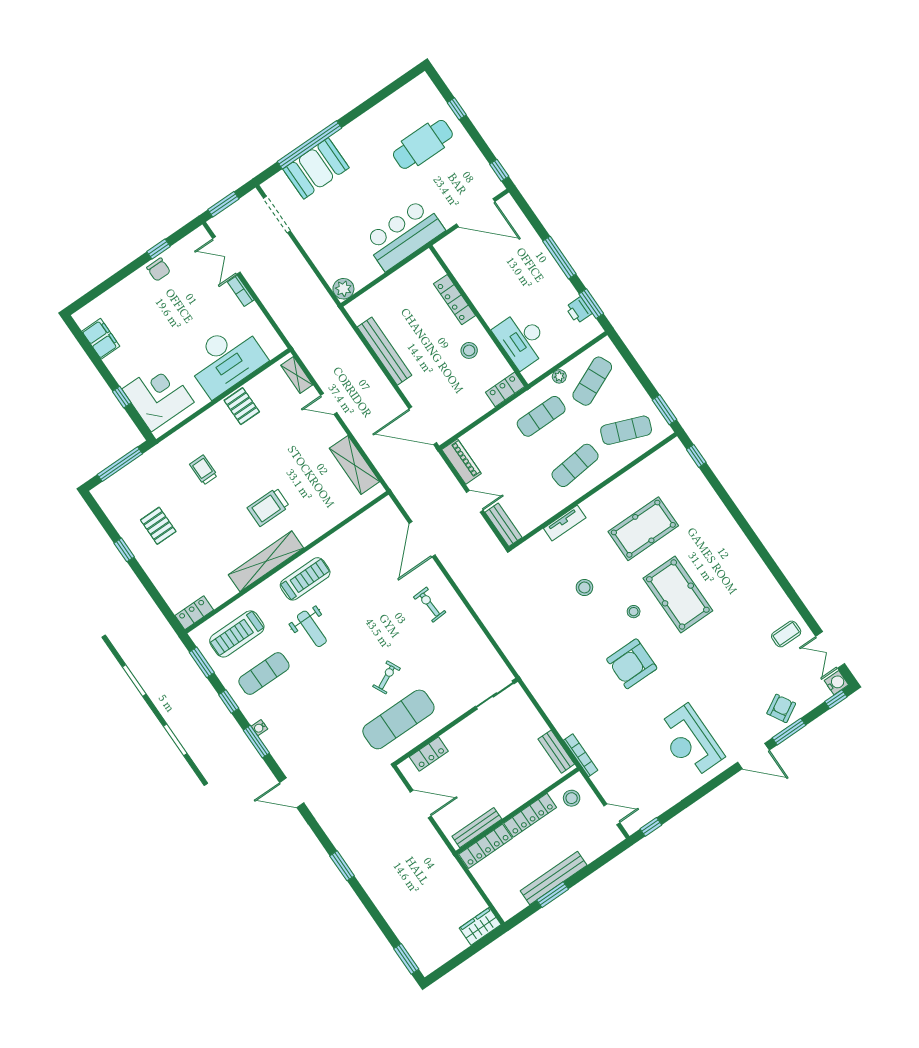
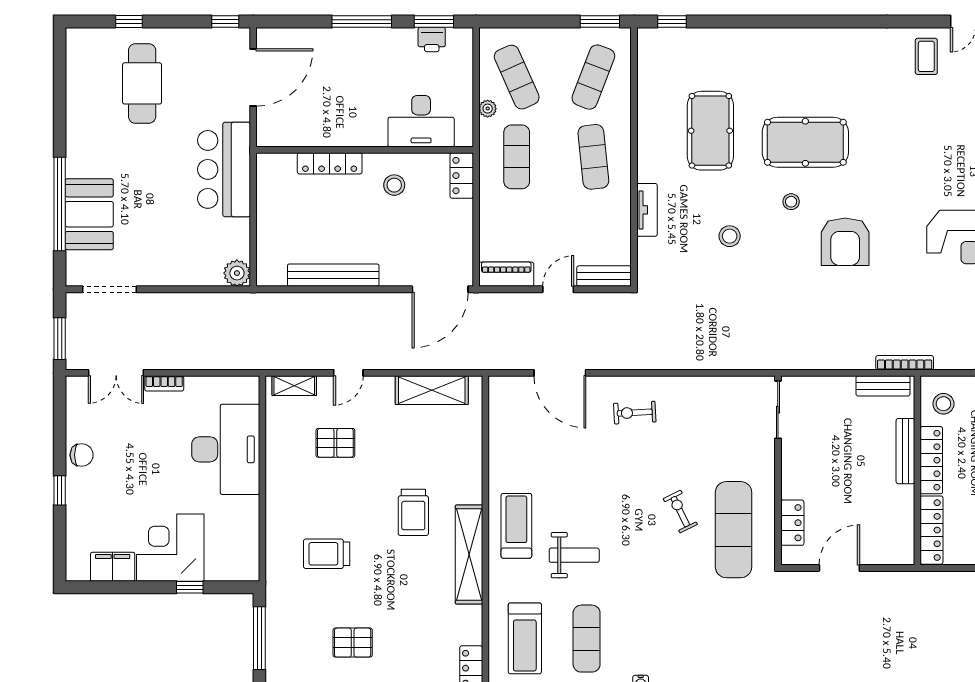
window: (159, 249) -> (60, 490), moved
corner desk: (158, 396) -> (170, 548), moved
pallet: (242, 406) -> (335, 443), moved
trolley: (204, 470) -> (327, 554), width x1.36, depth x1.39
bench: (477, 828) -> (905, 451), moved

